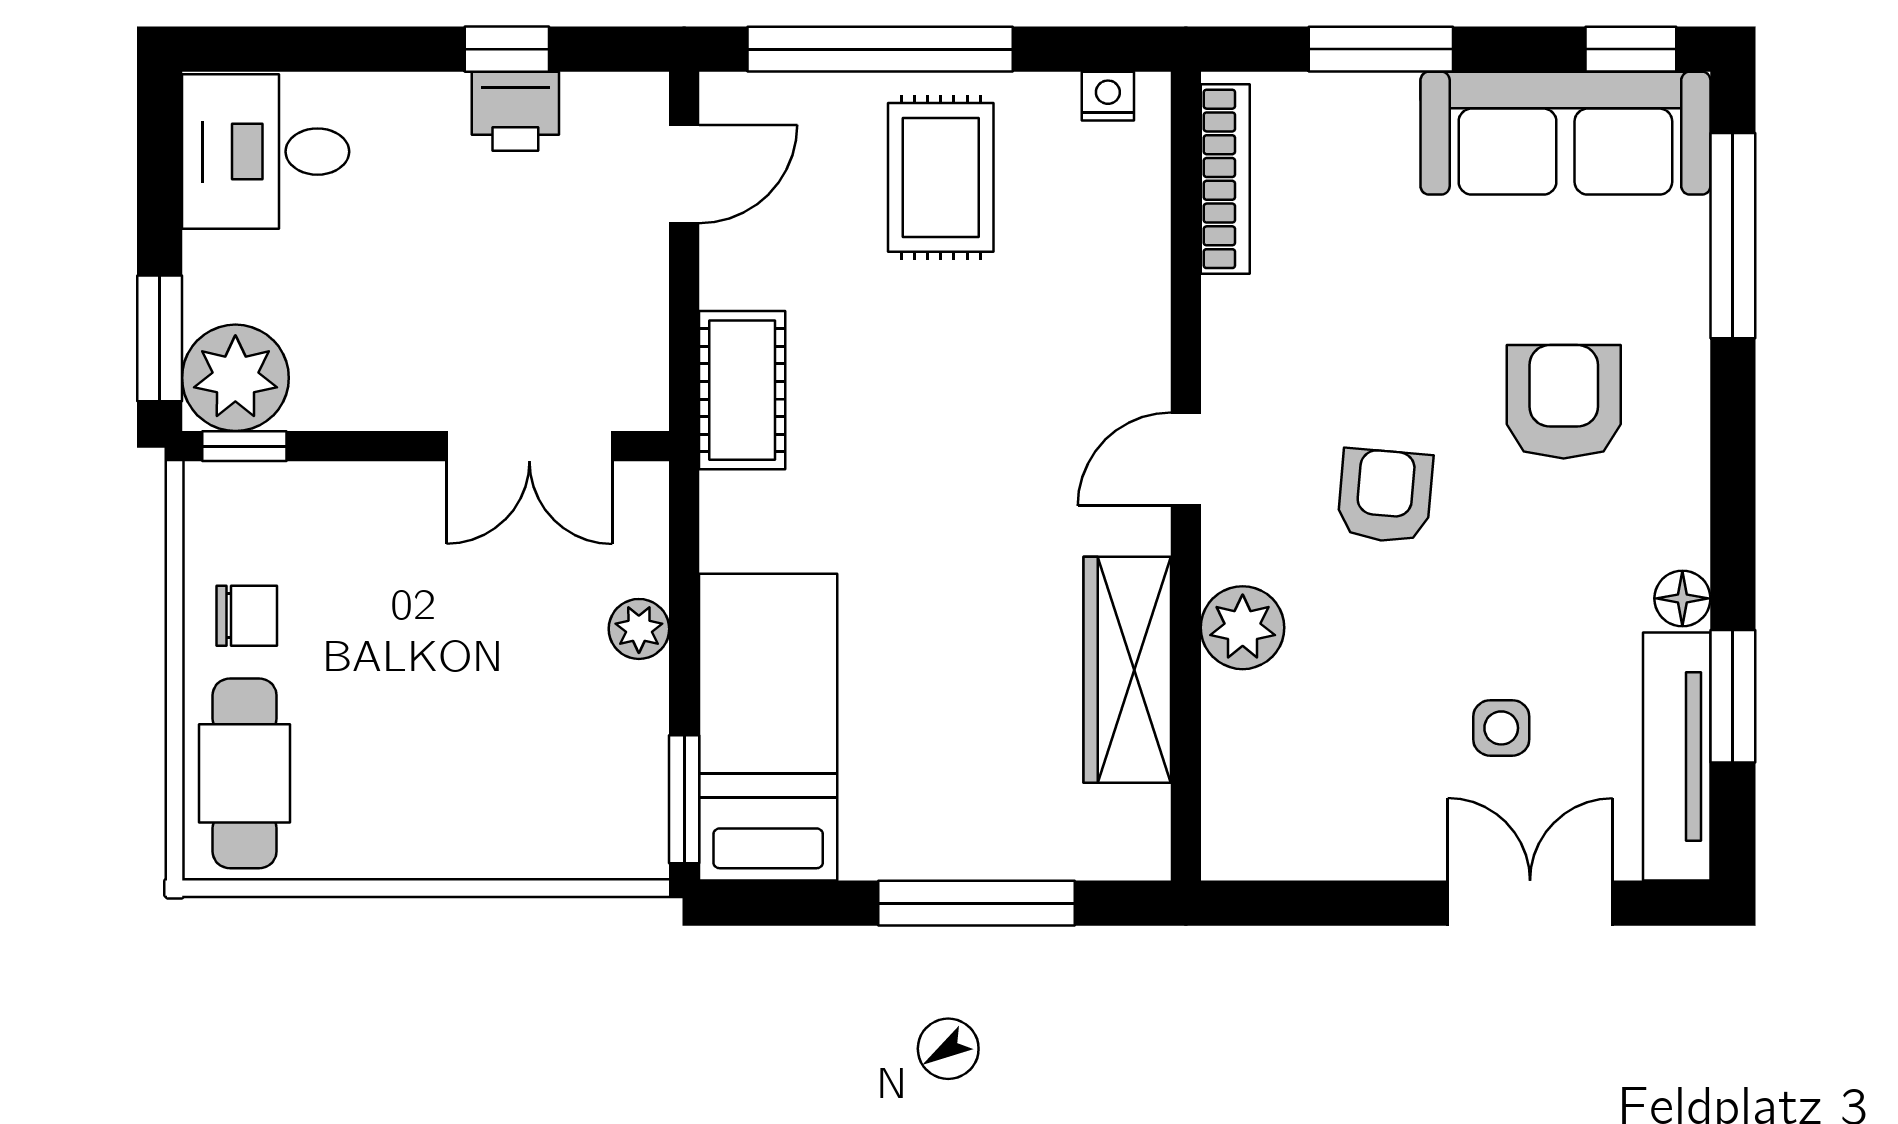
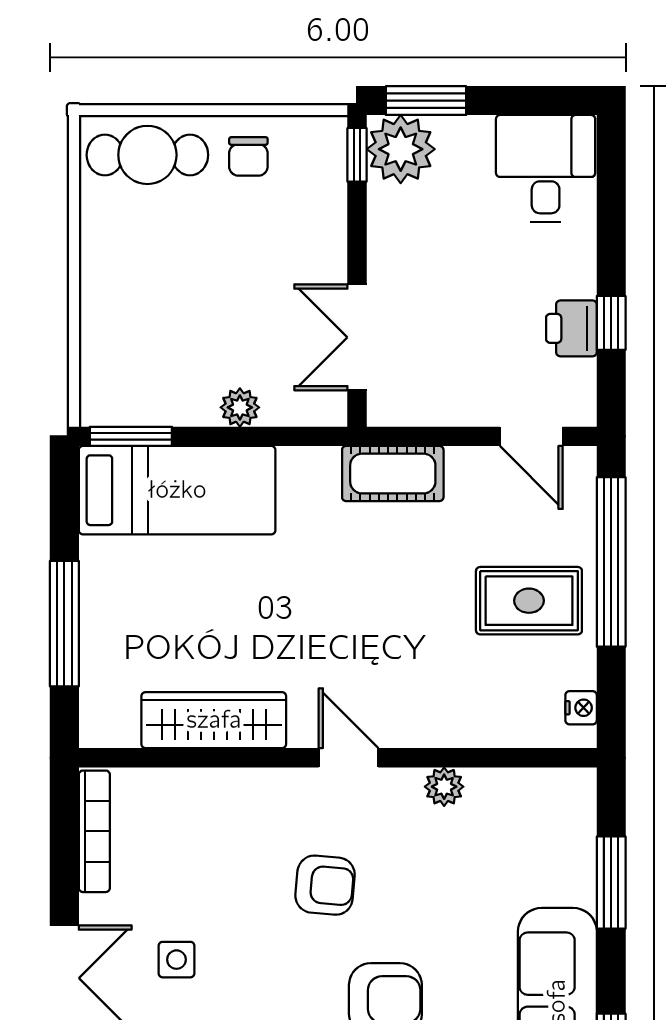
bookcase: (1225, 179) -> (94, 831), moved, turned -90
plant: (1243, 628) -> (444, 787), moved, width x0.73, depth x0.73

